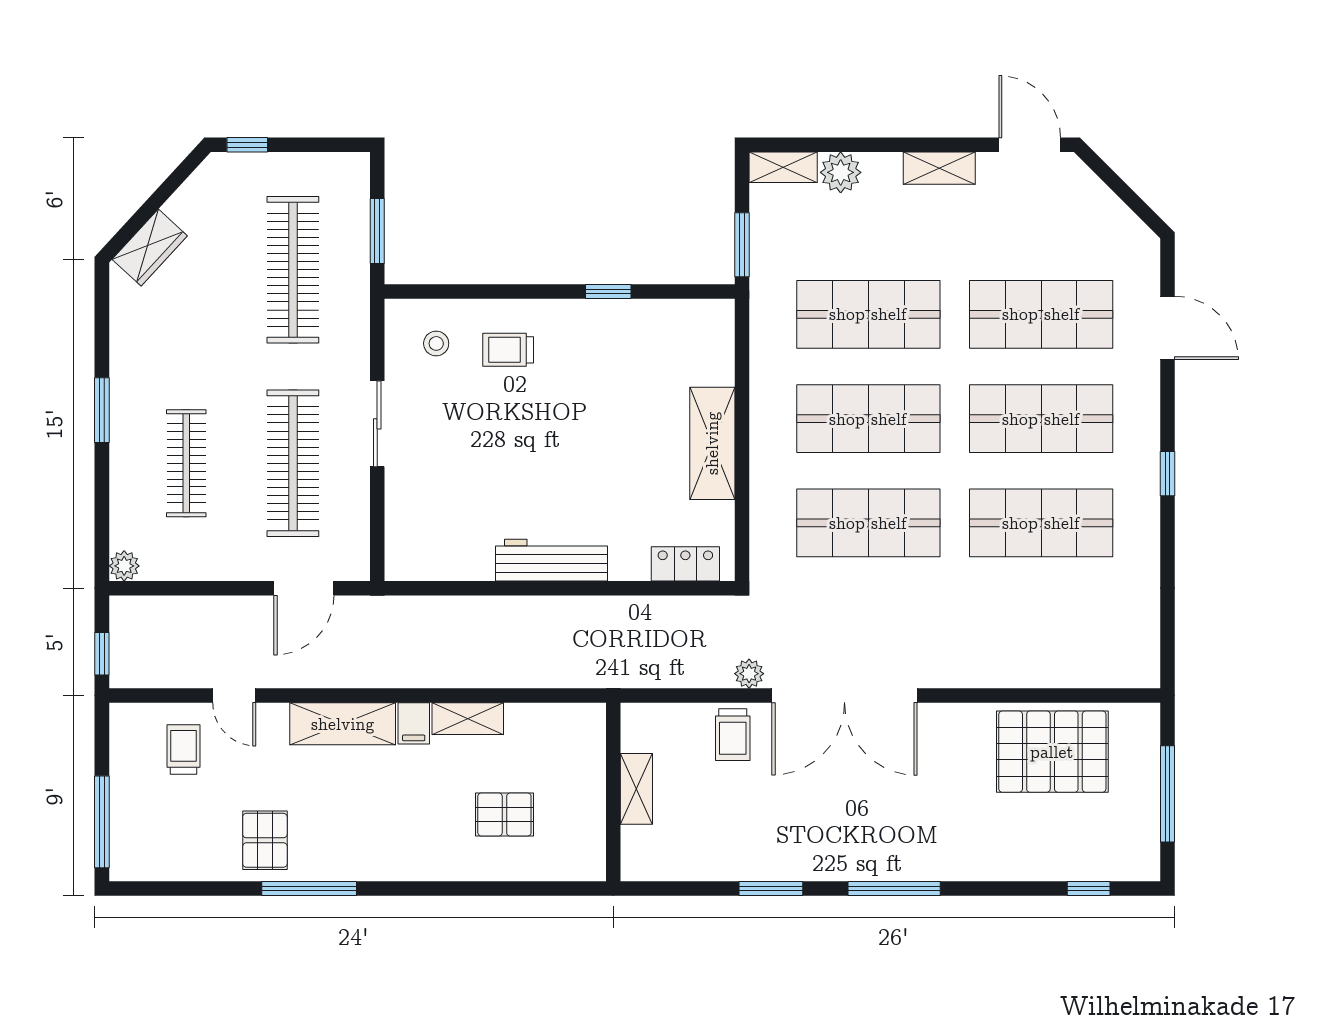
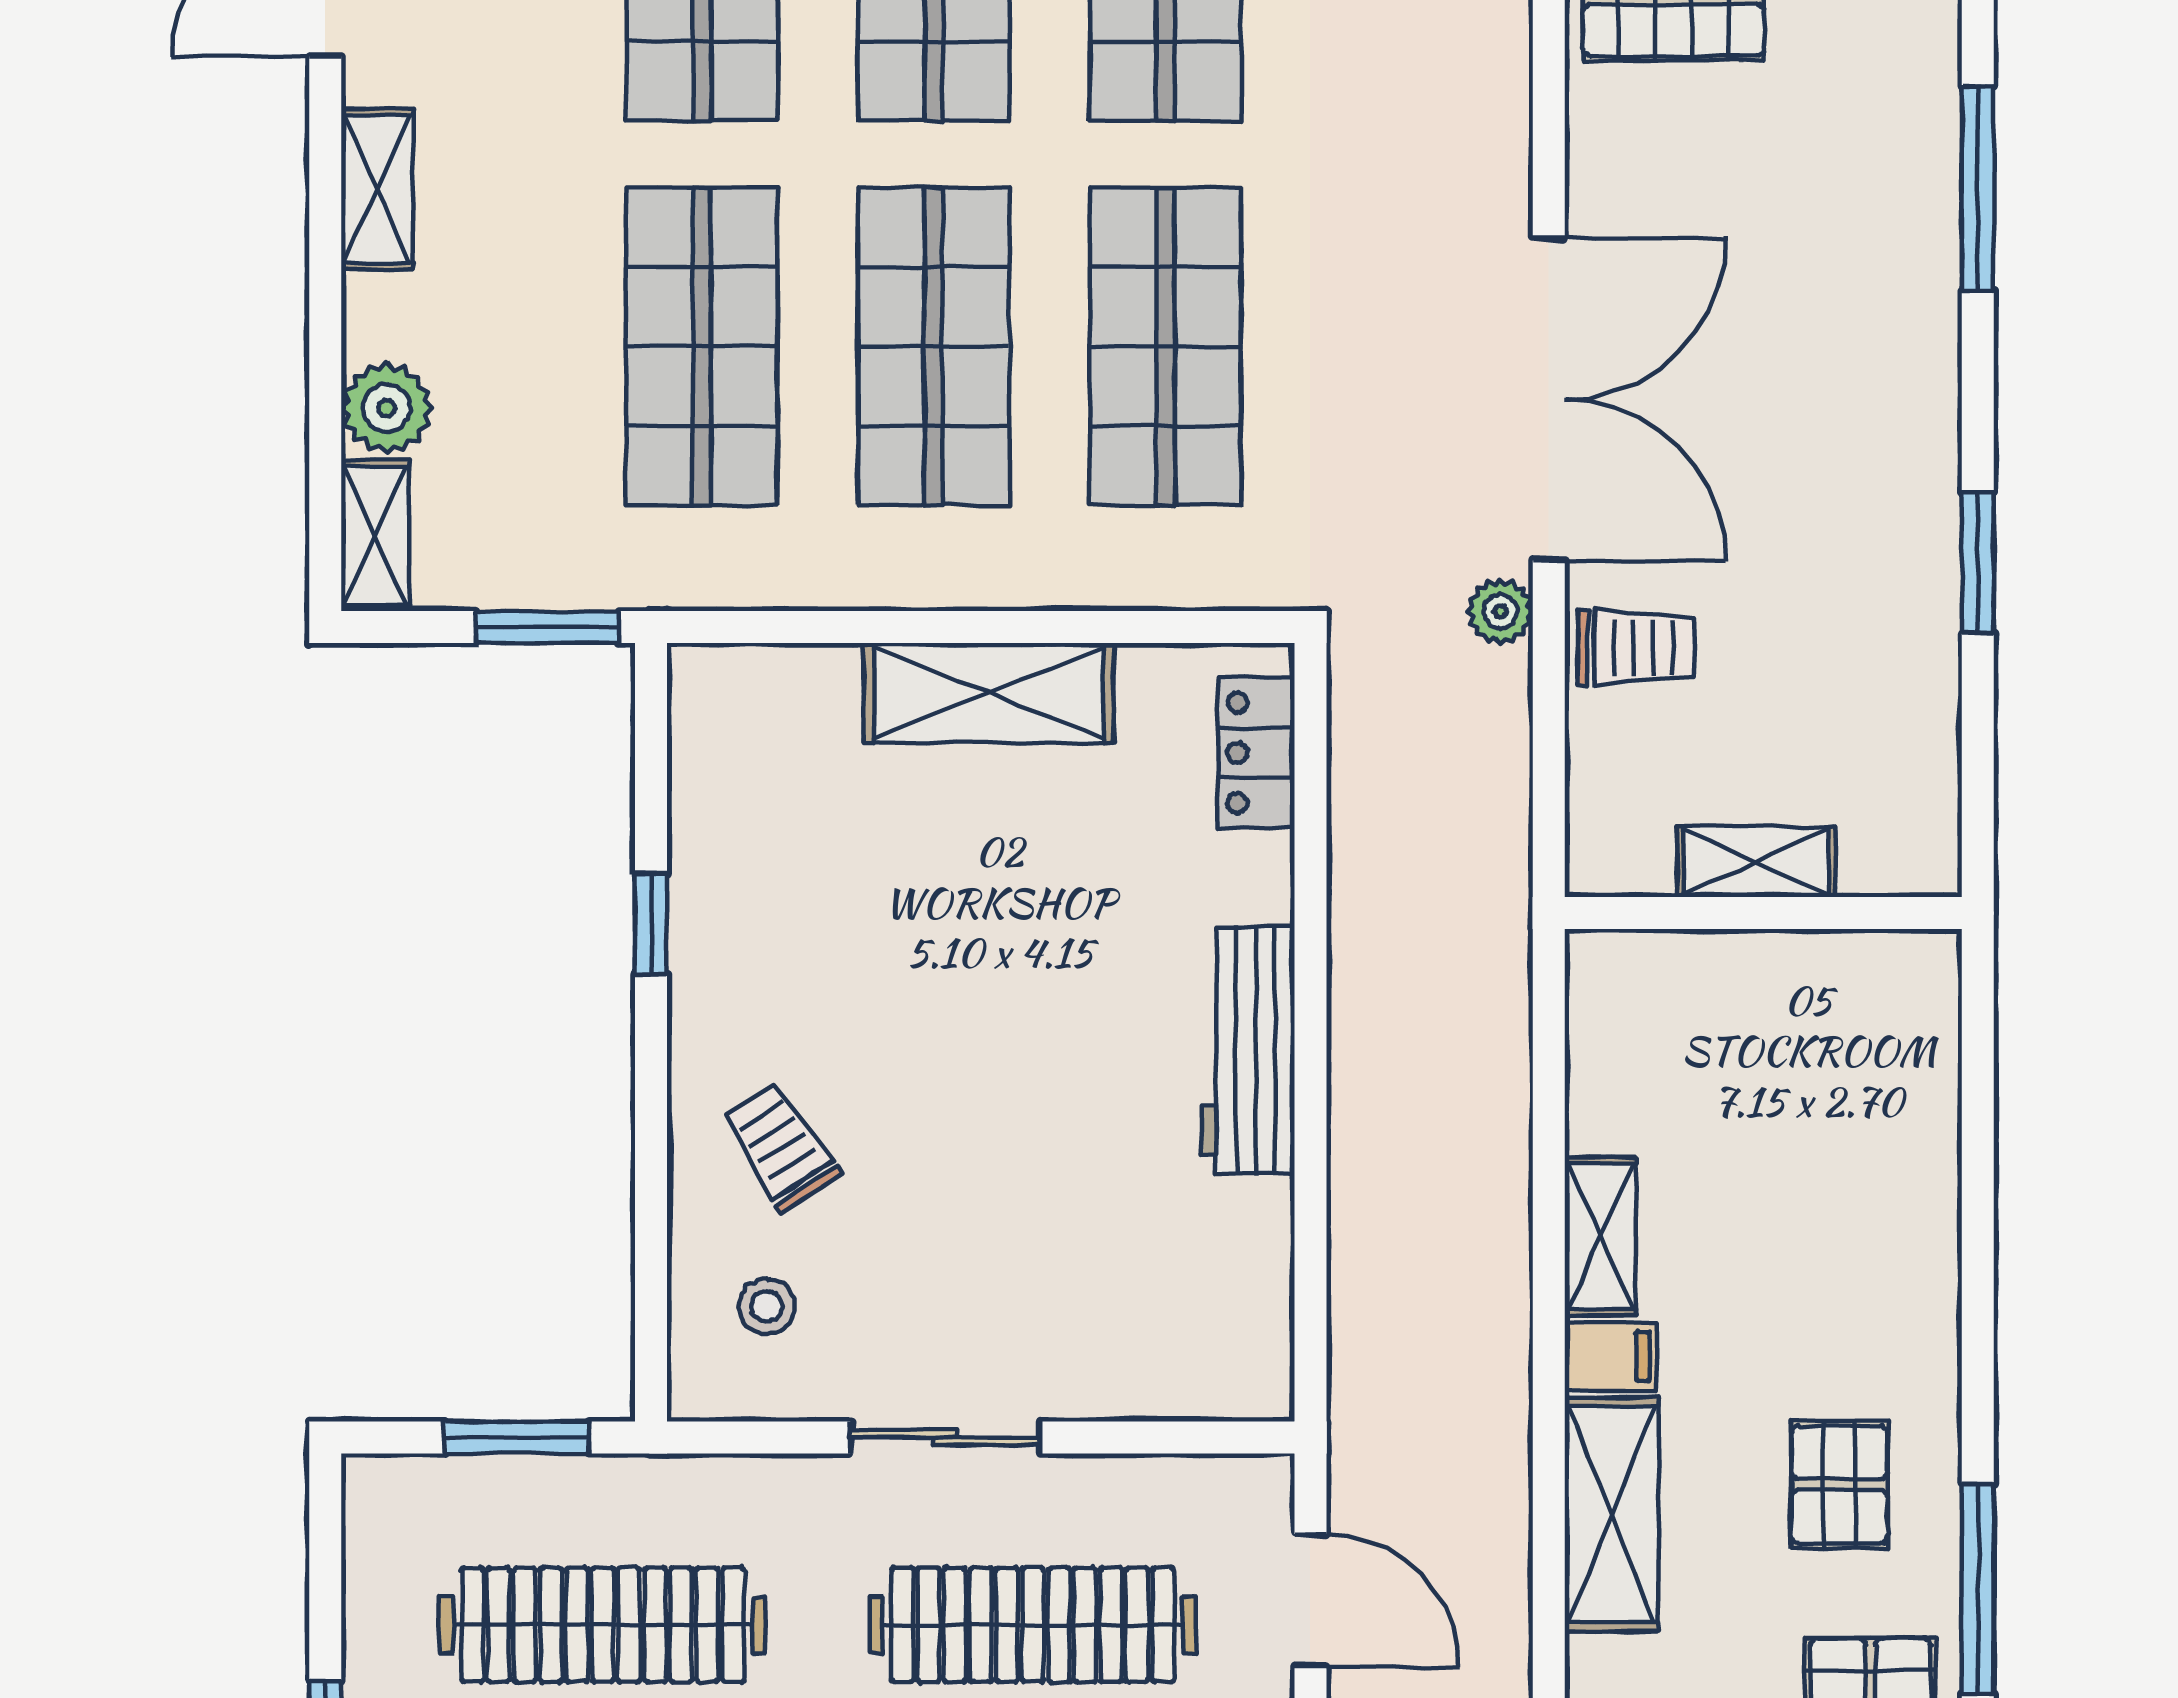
trolley: (508, 350) -> (781, 1147), turned 147
pallet: (504, 814) -> (1839, 1485), moved
window: (894, 889) -> (1978, 188), moved

